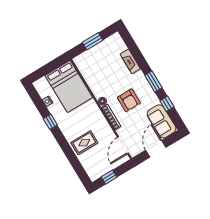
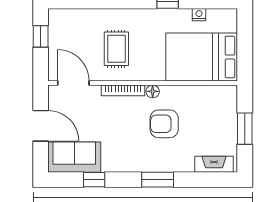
fireplace: (130, 61) -> (214, 164), moved
window: (153, 81) -> (158, 180), moved
armchair: (129, 100) -> (164, 124), moved
rug: (84, 143) -> (116, 49), moved

